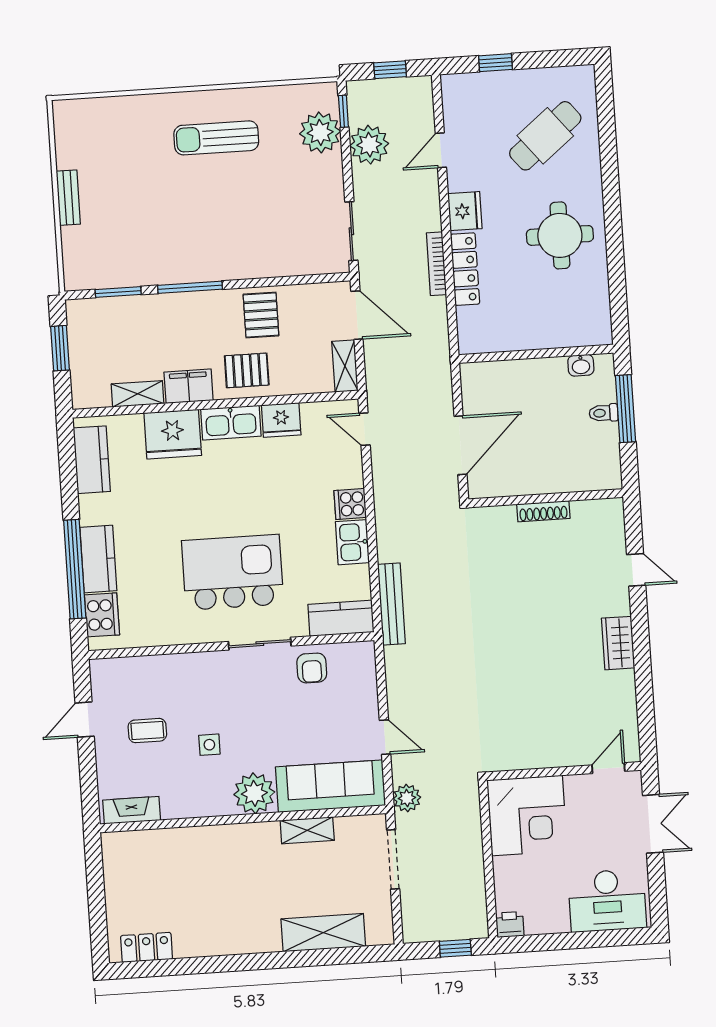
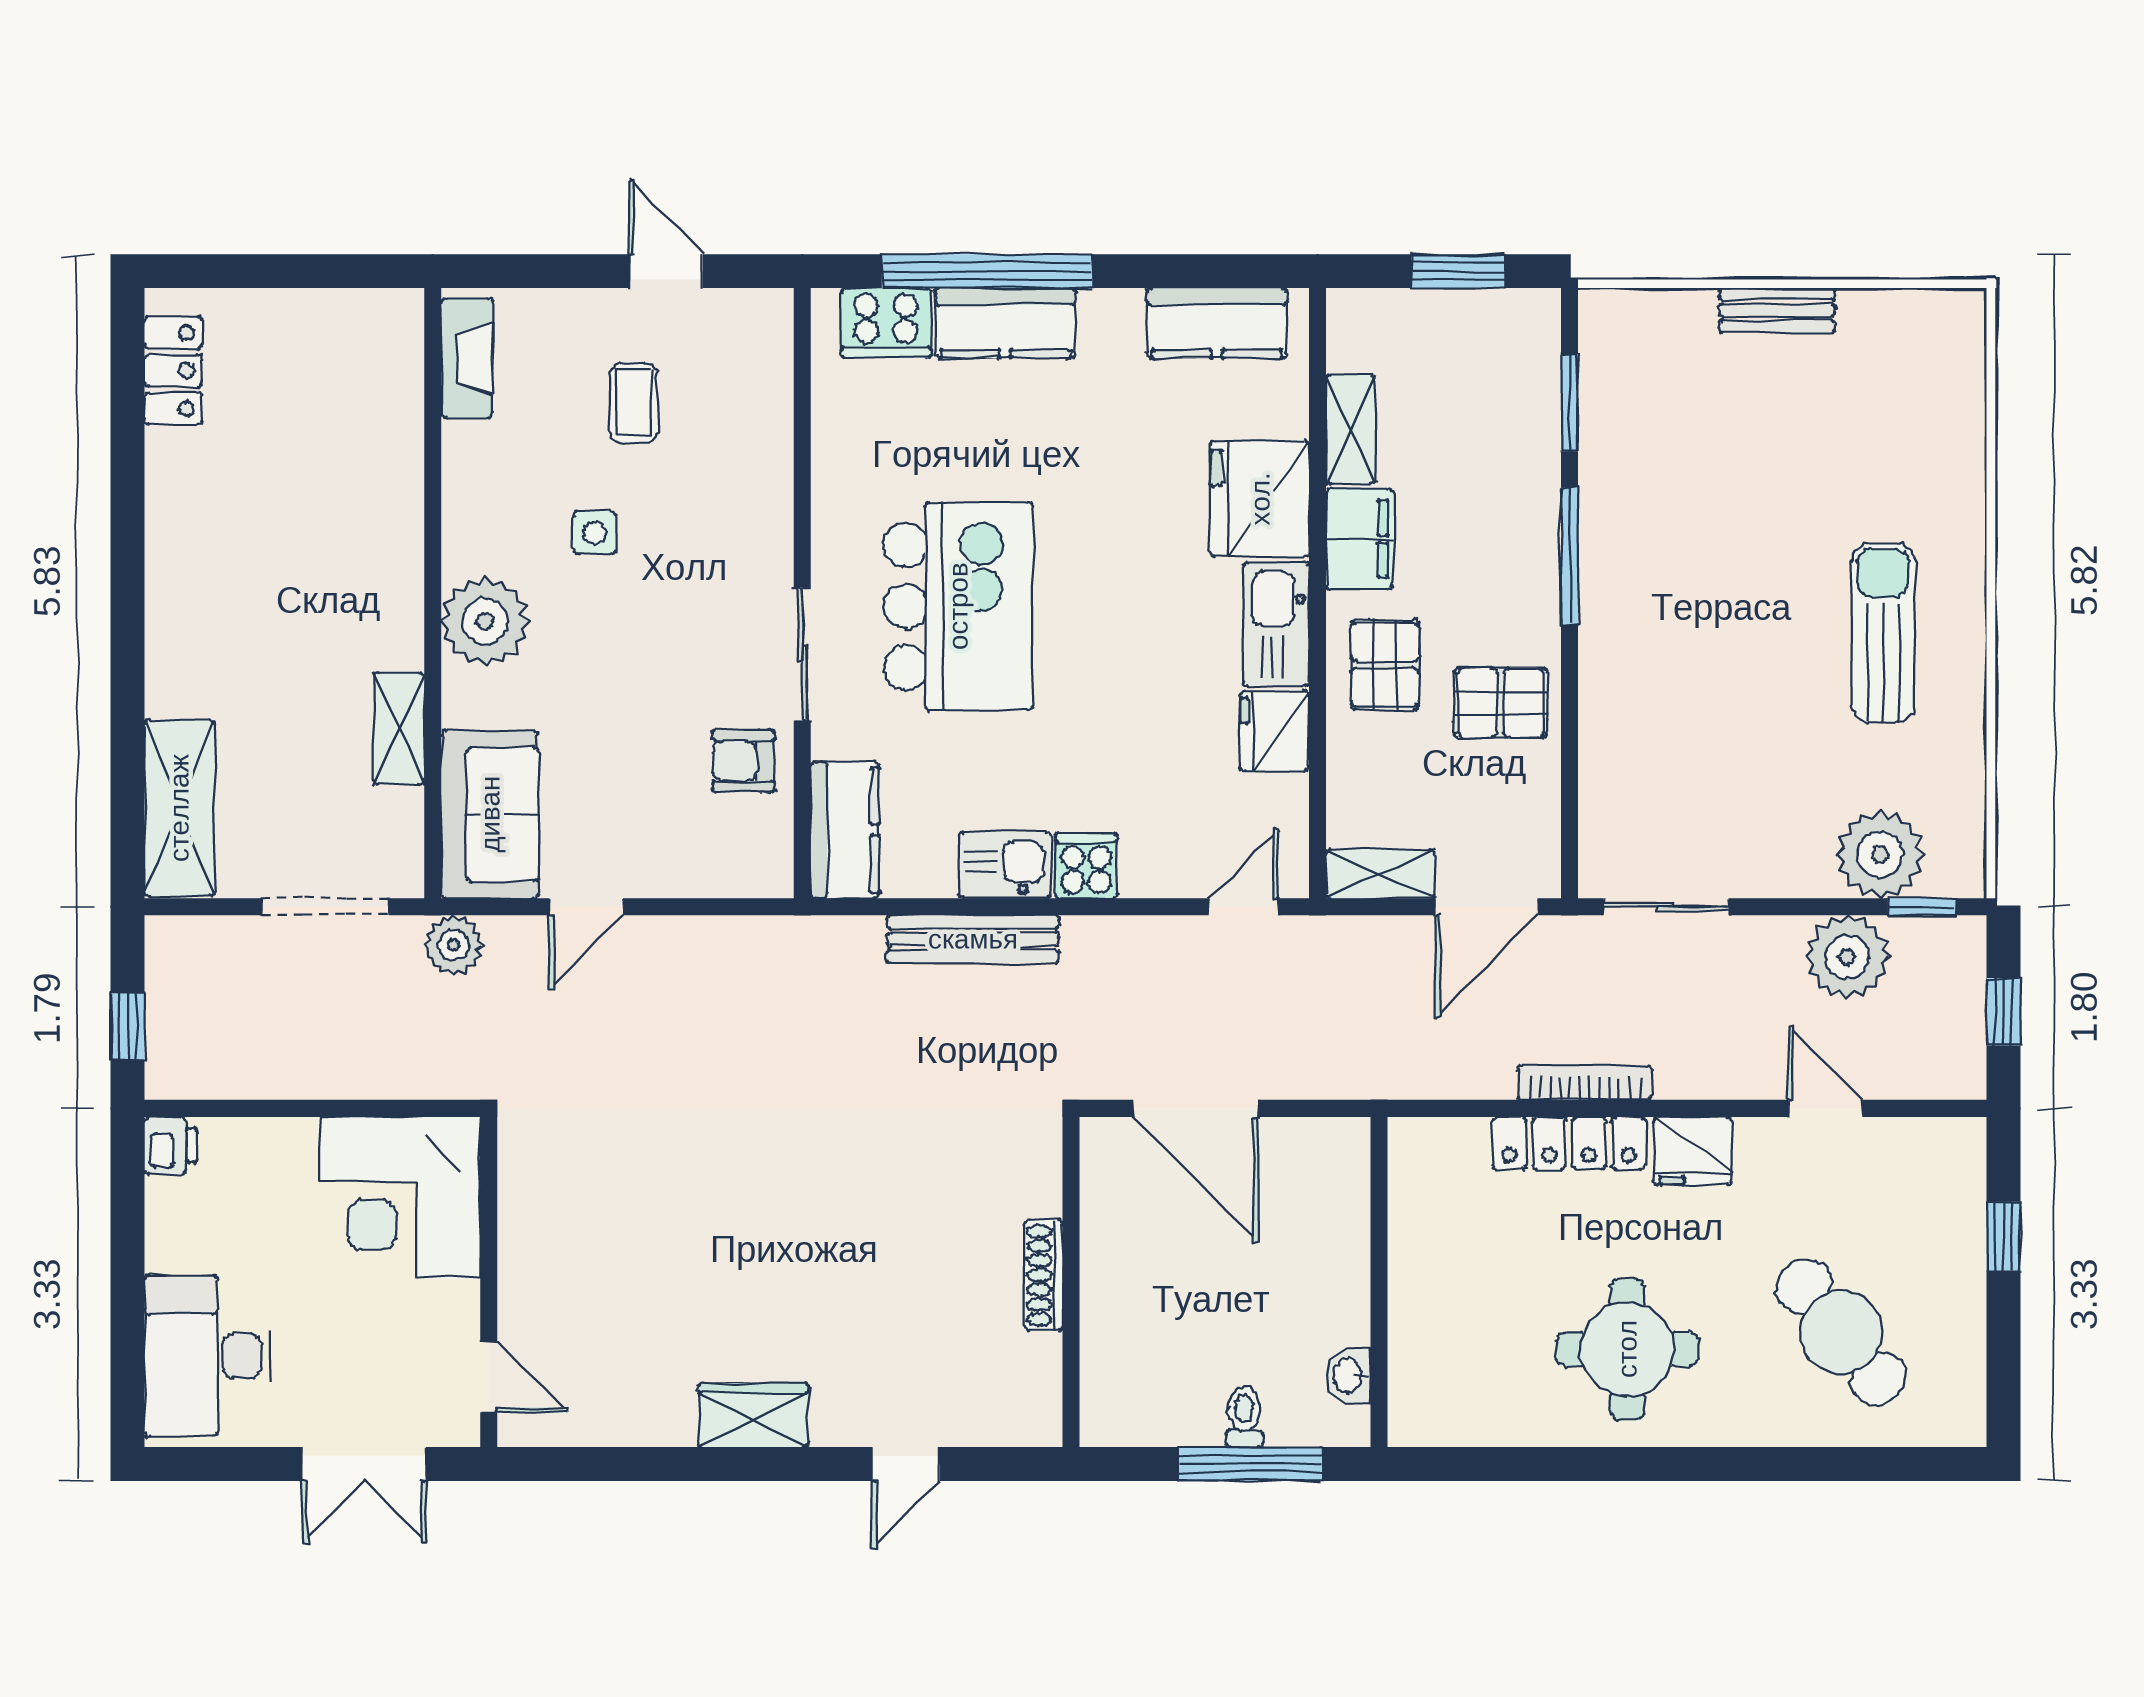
bench: (391, 604) -> (973, 939), moved
sofa: (330, 786) -> (490, 814), width x0.73
shelving: (323, 933) -> (179, 808), moved

